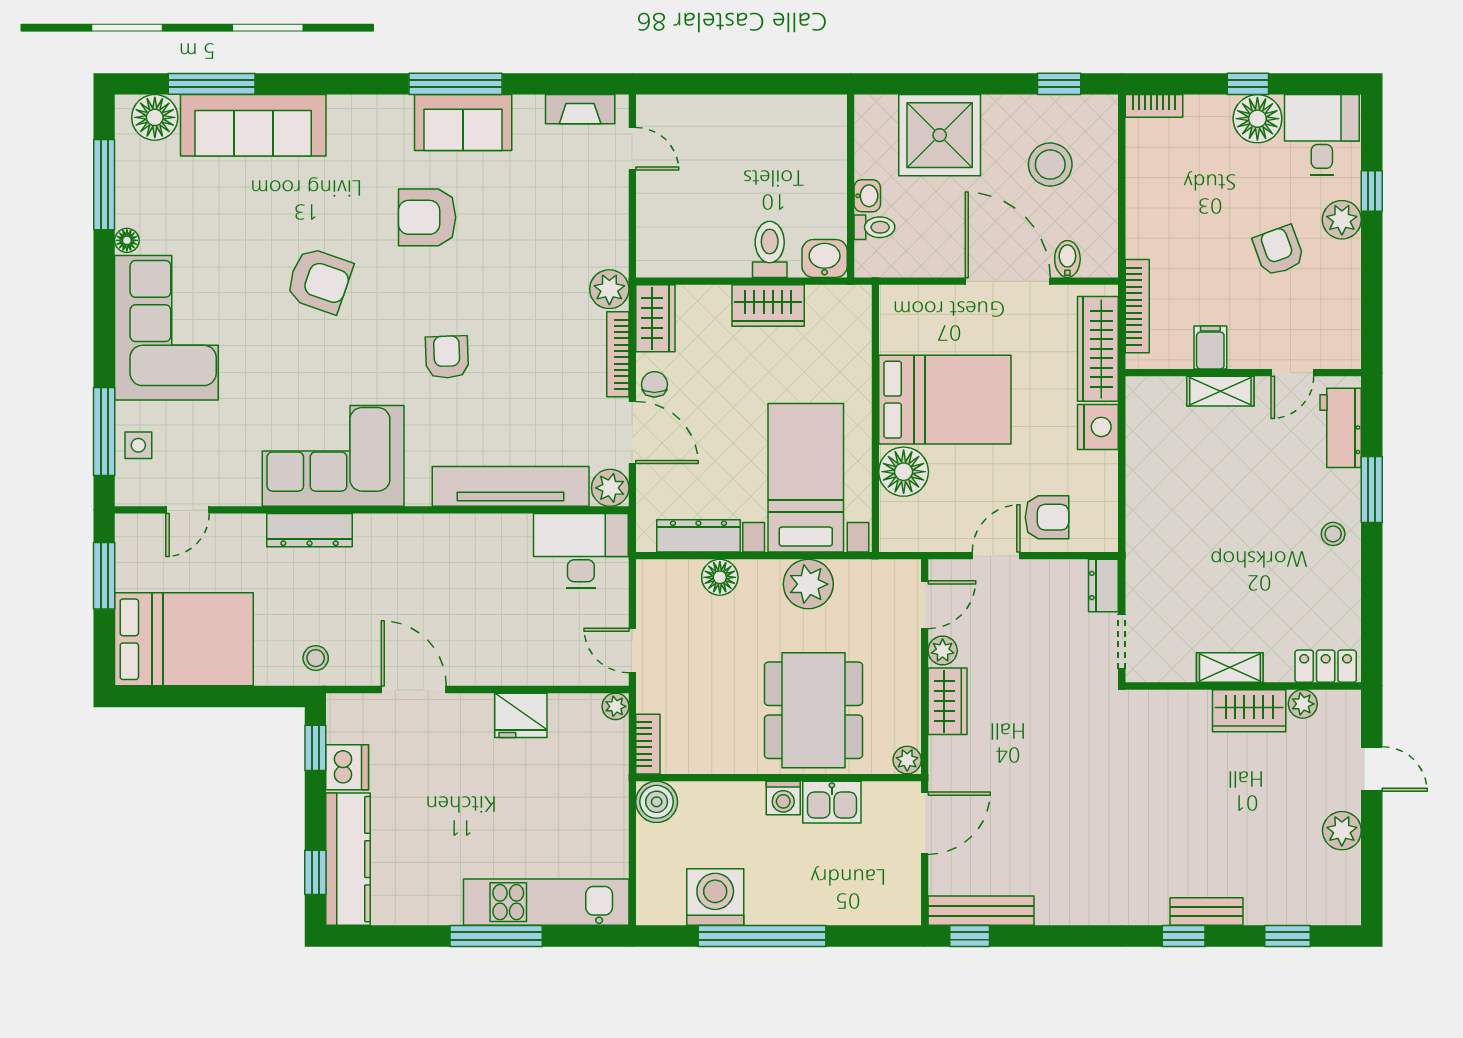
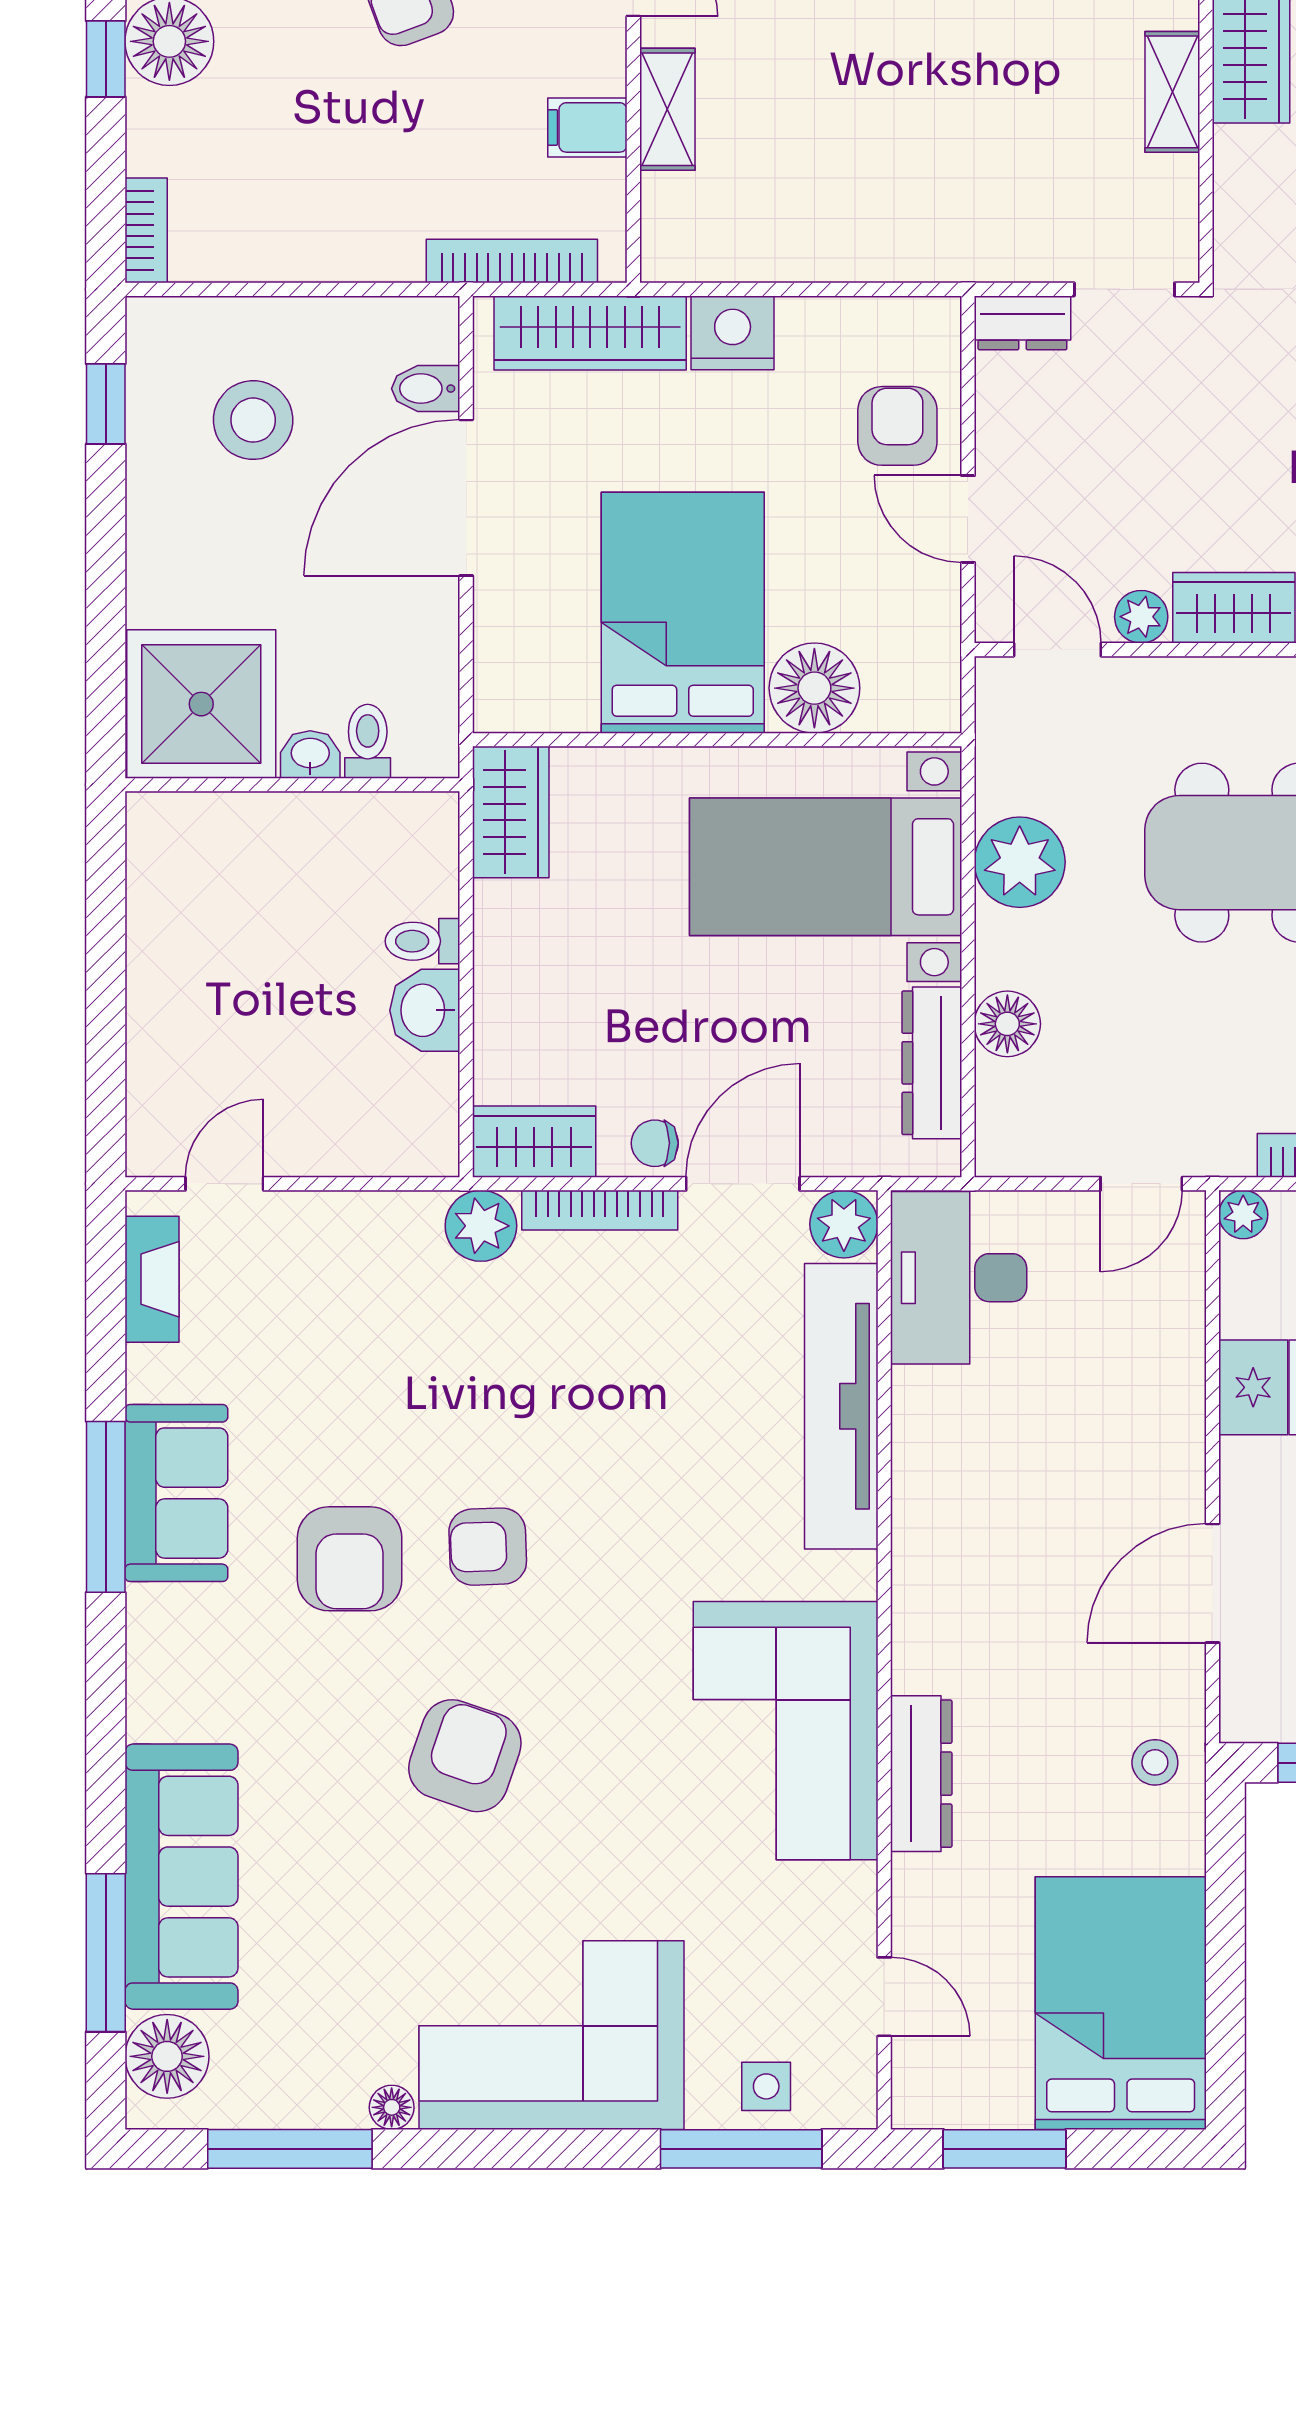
shower: (940, 135) -> (201, 704), moved
toilet: (770, 249) -> (423, 941), width x0.73, depth x0.72
washbasin: (825, 258) -> (425, 1010), moved
wardrobe: (768, 305) -> (511, 812), moved
armchair: (447, 357) -> (488, 1547), moved

